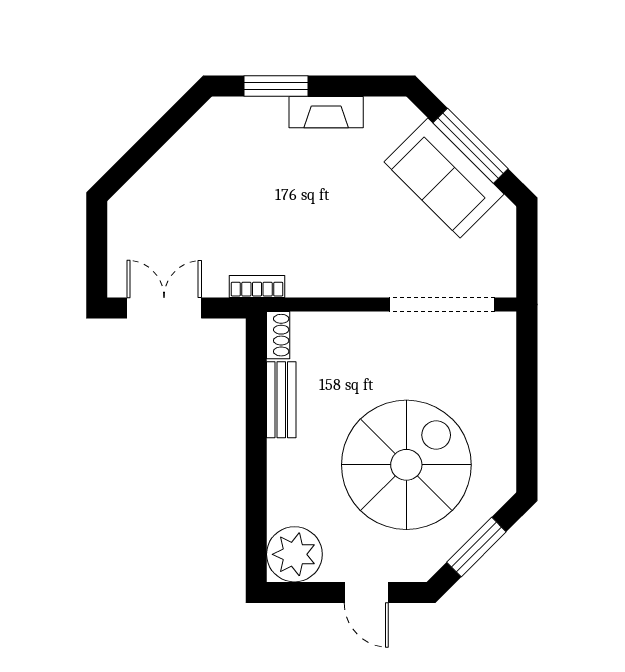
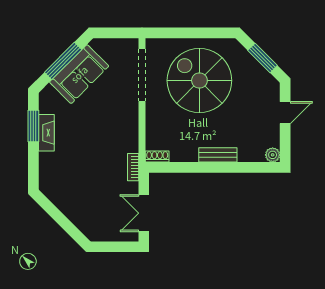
window: (276, 86) -> (33, 126), moved
bench: (281, 400) -> (218, 155), moved
spiral stairs: (406, 465) -> (199, 80), moved
plant: (294, 554) -> (273, 155), width x0.53, depth x0.53

